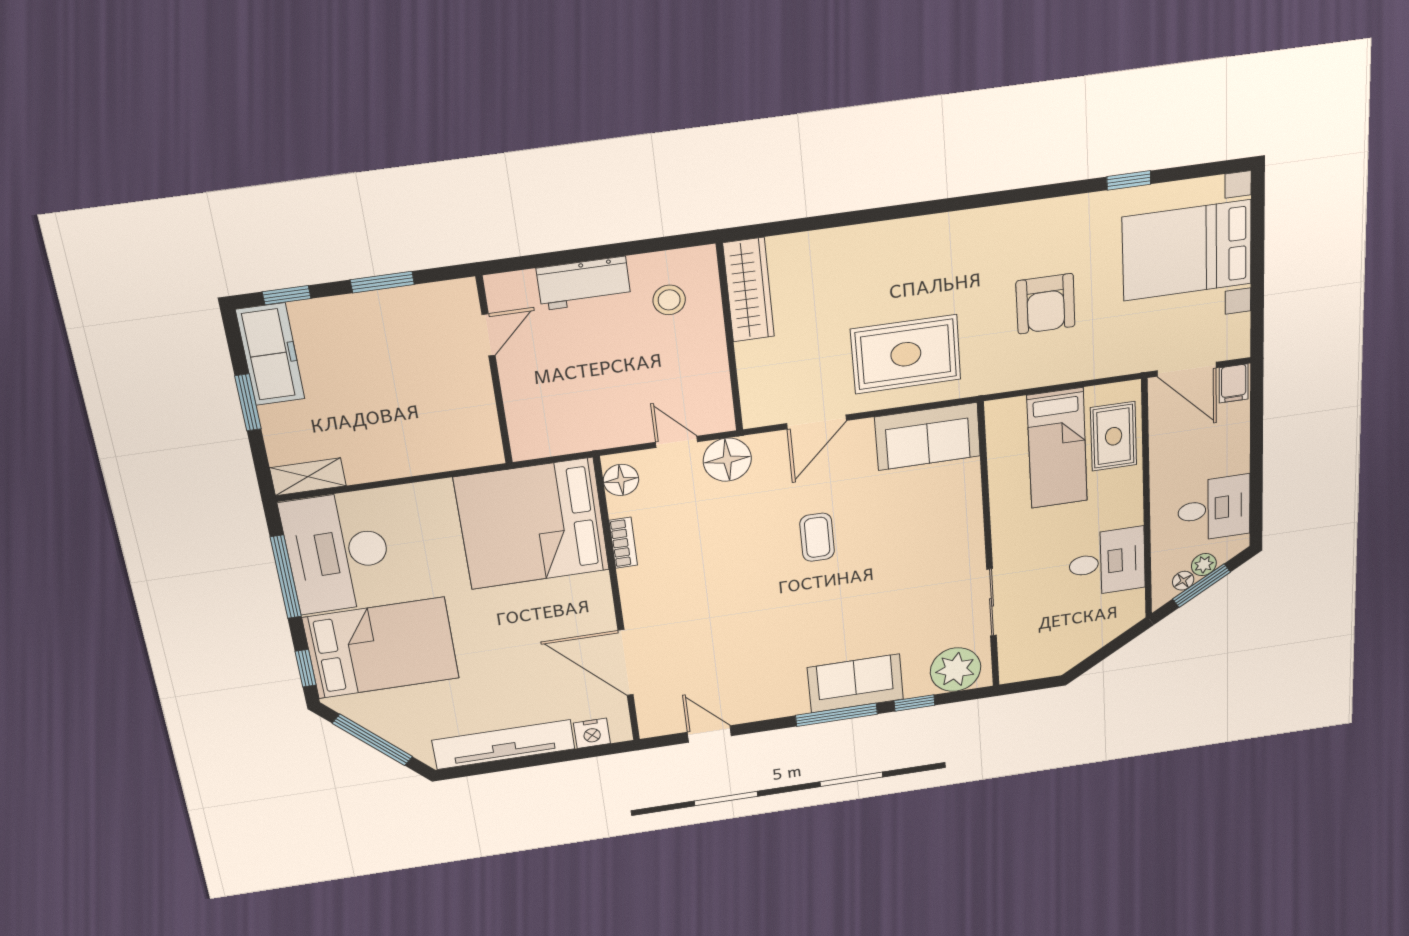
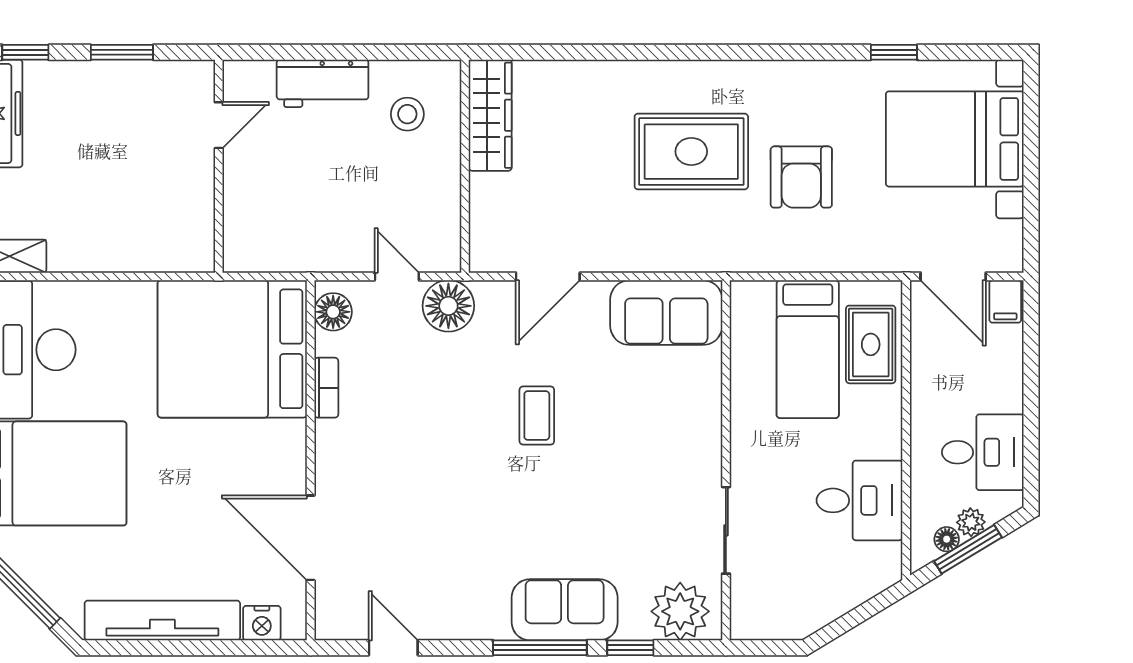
rug: (906, 354) -> (691, 152), moved

